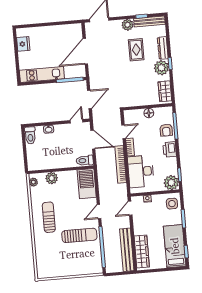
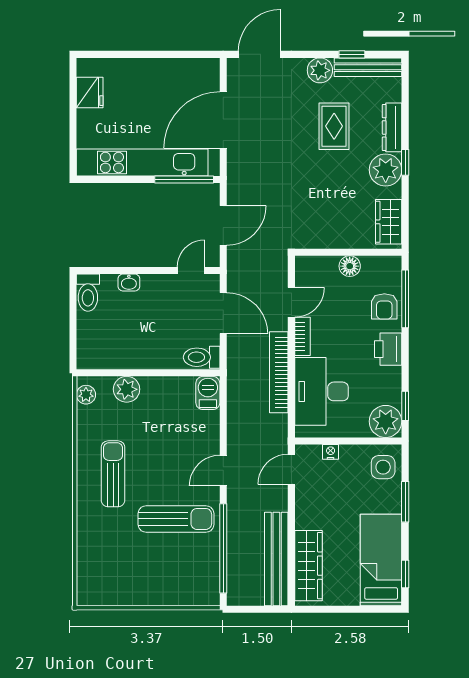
kitchen unit: (42, 75) -> (142, 162), width x1.36
barbecue: (87, 184) -> (208, 393), width x0.53, depth x0.65

